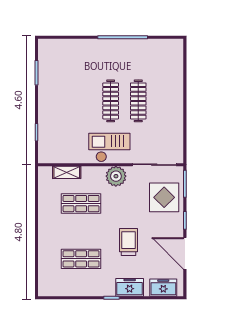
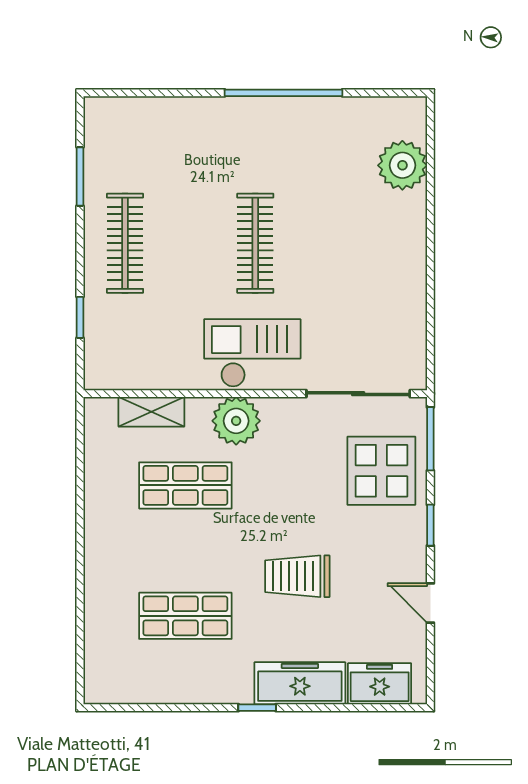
plant: (173, 68) -> (402, 165), added
clothes rail: (138, 101) -> (125, 243), moved
plant: (116, 176) -> (236, 421), moved
trolley: (128, 242) -> (297, 576), turned -90
door: (185, 253) -> (430, 603), width x0.53
freezer: (130, 287) -> (300, 683), width x1.40

